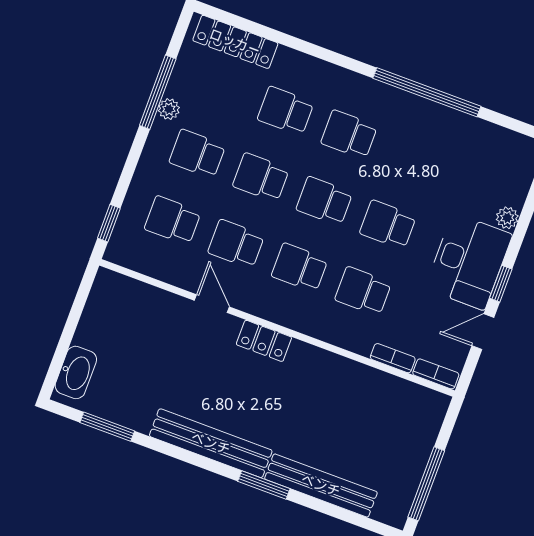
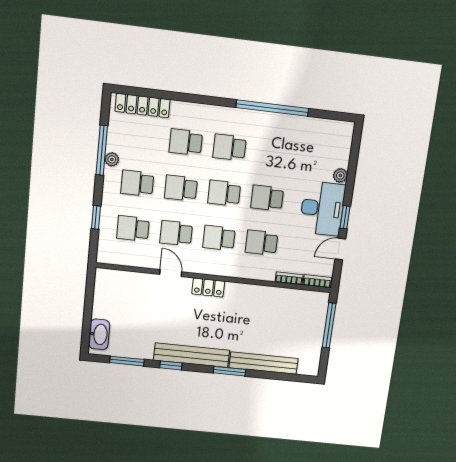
window: (109, 223) -> (96, 217), moved
window: (174, 452) -> (171, 365), added
window: (426, 484) -> (329, 325), moved

